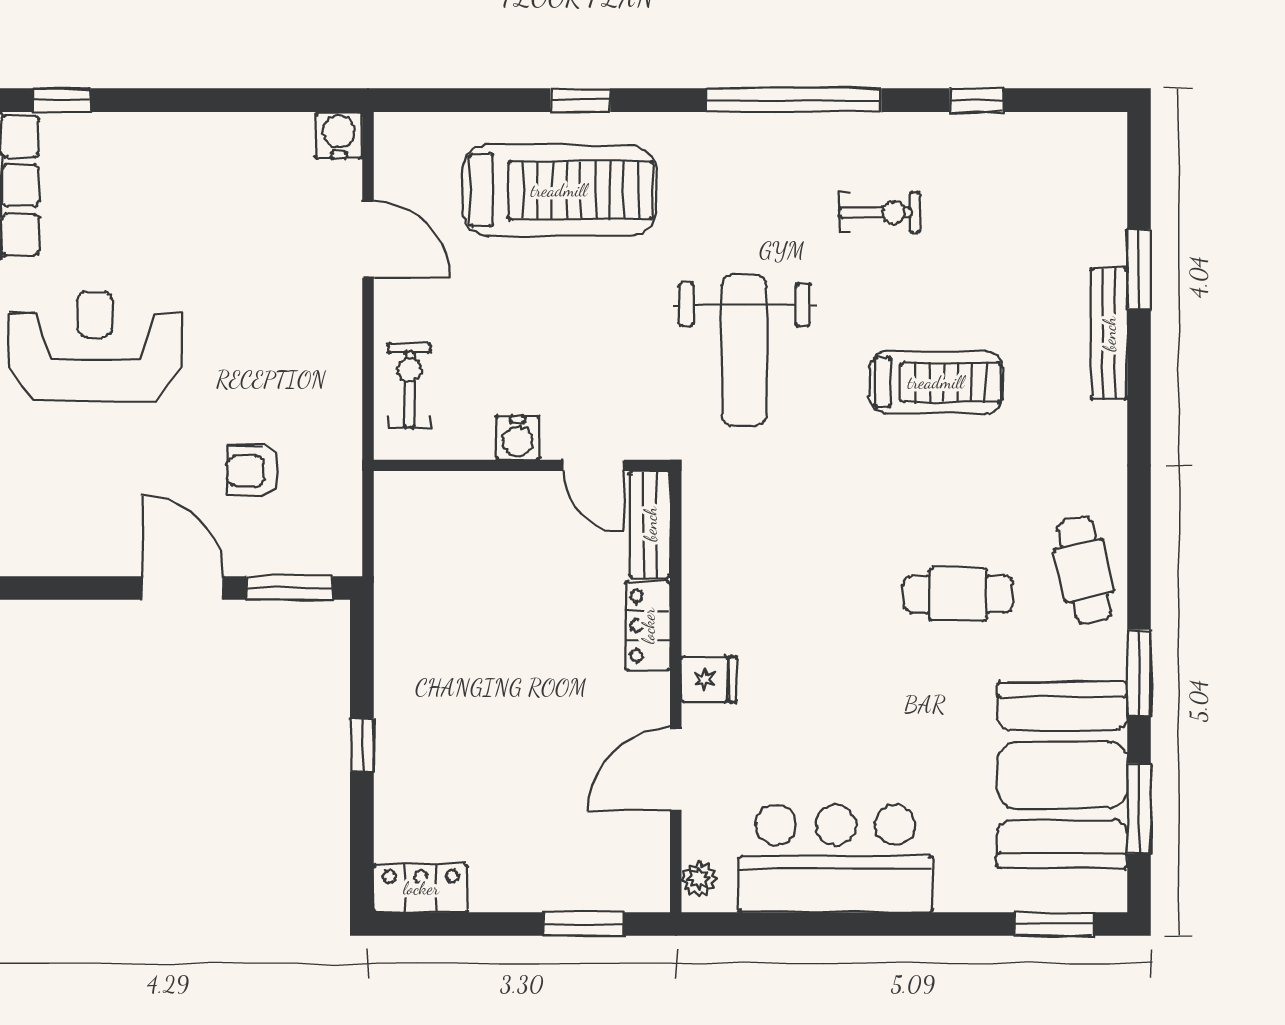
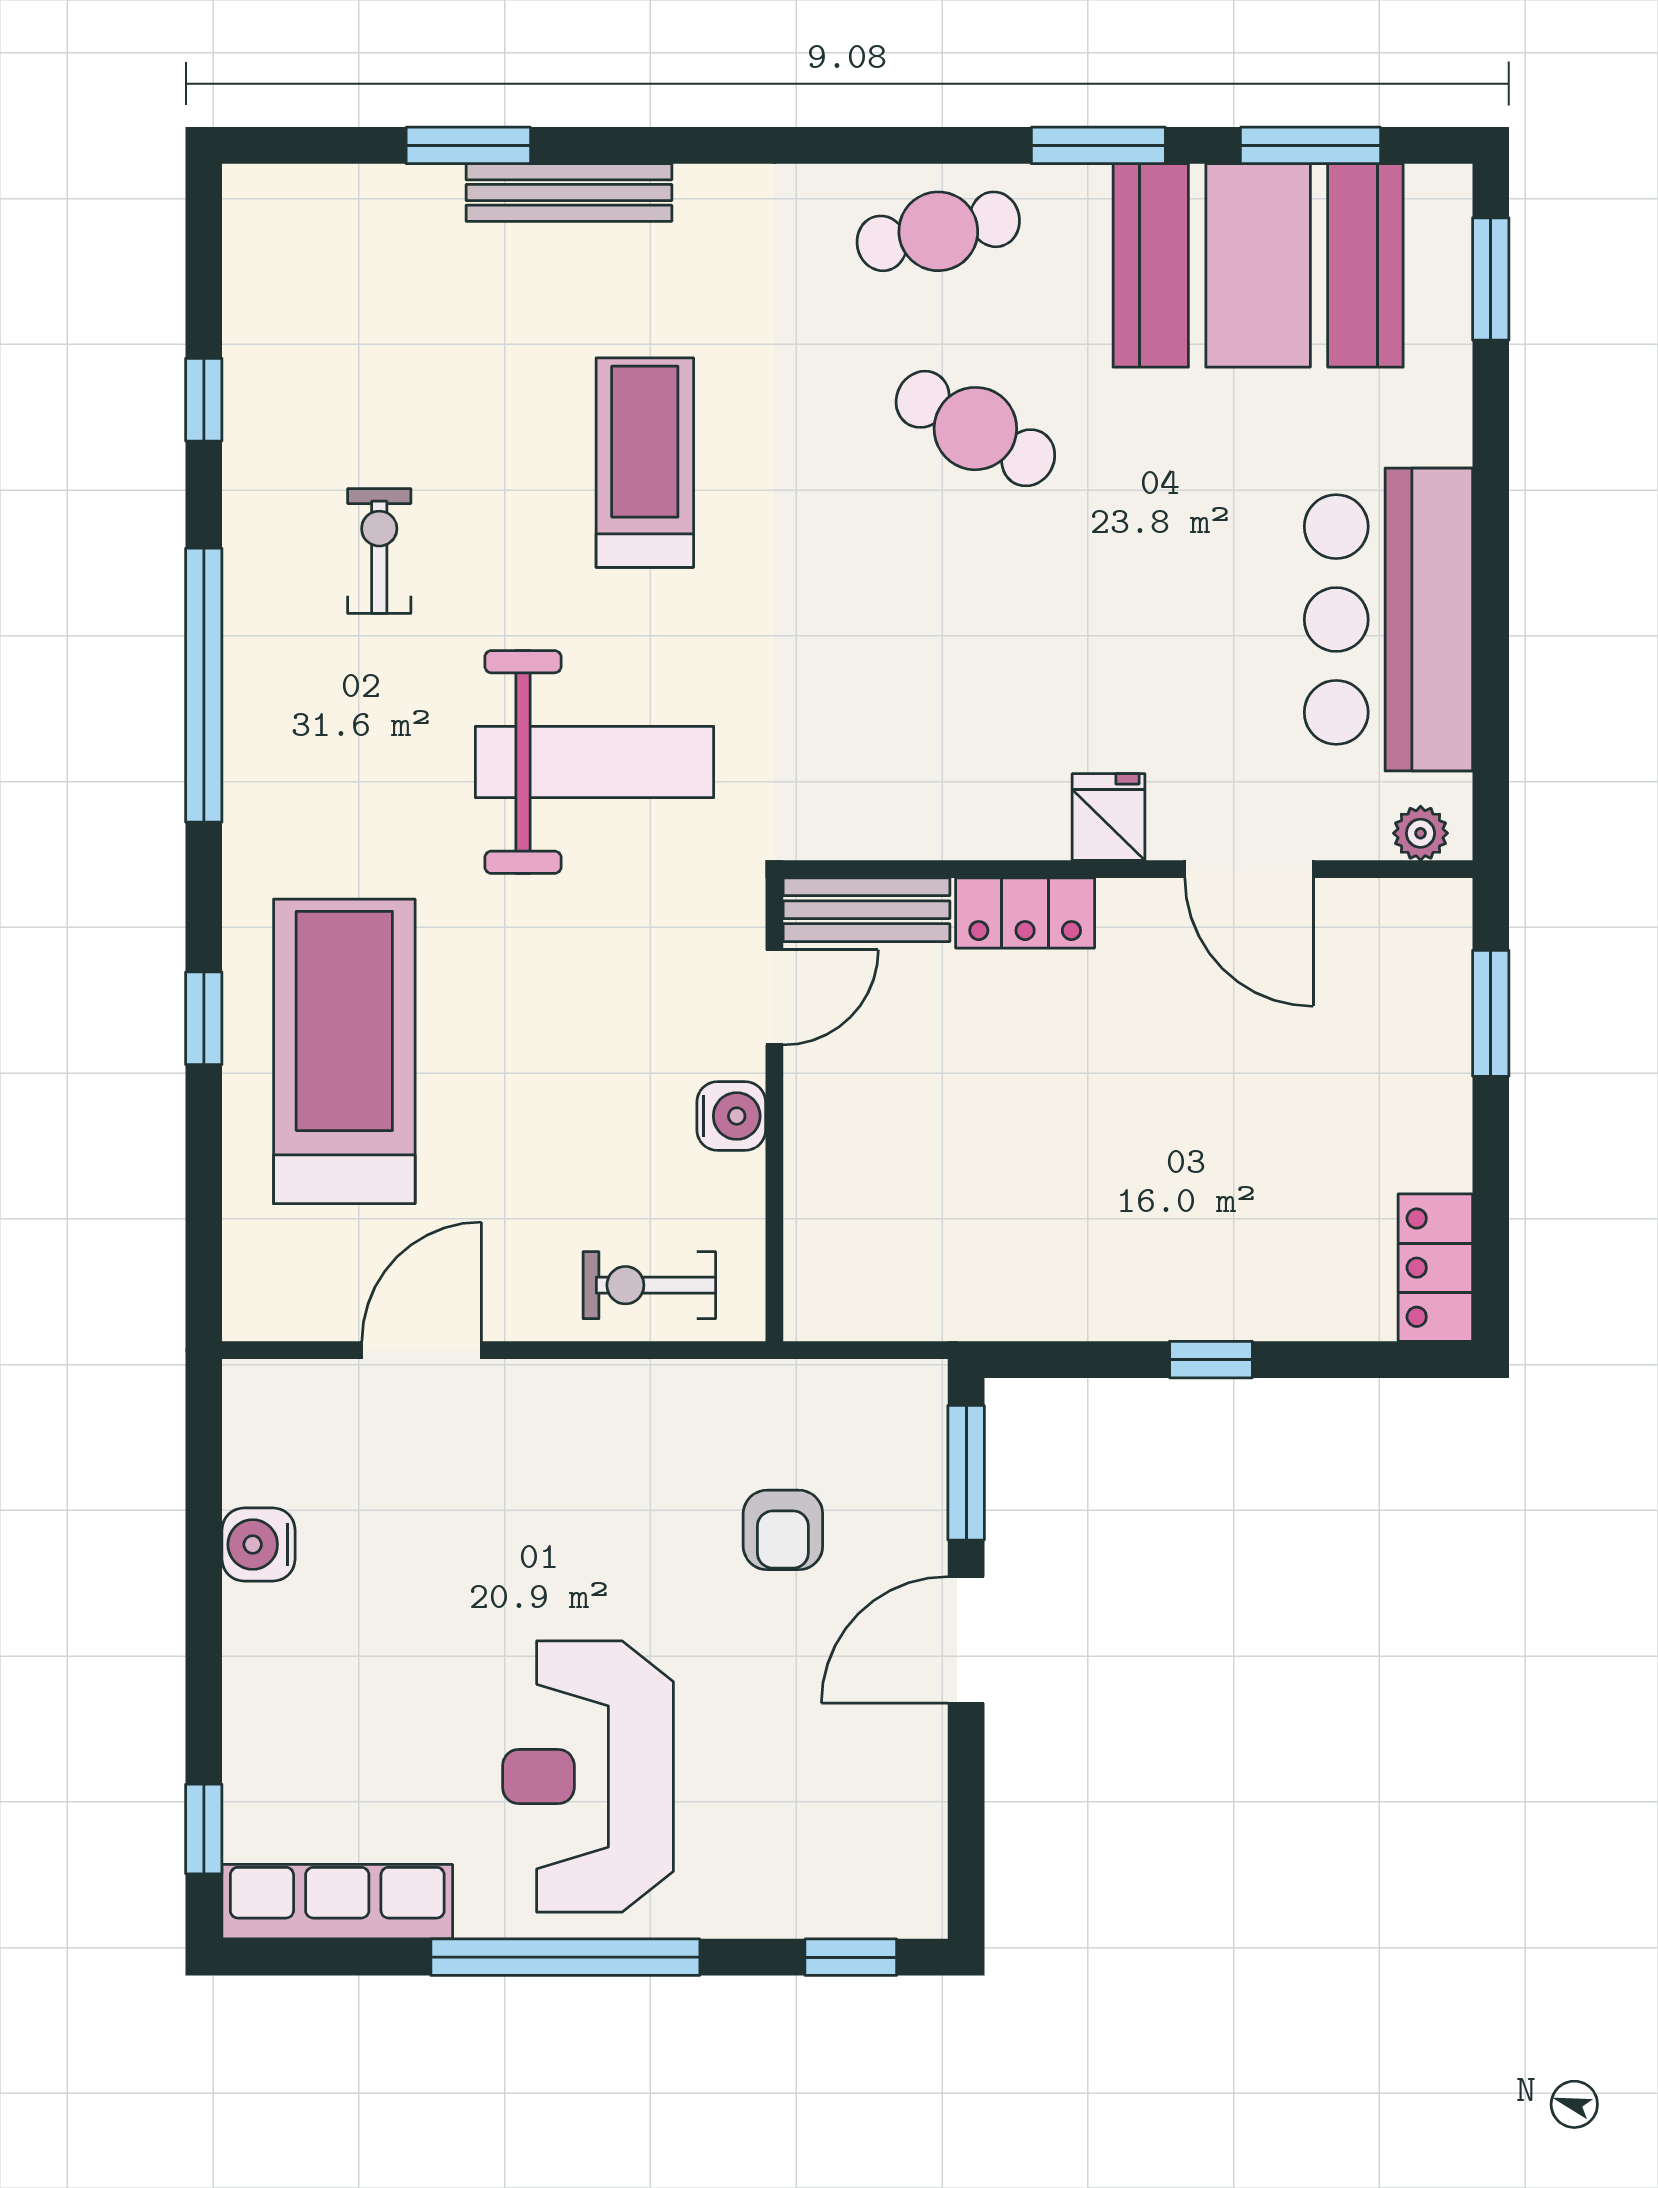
water cooler: (339, 135) -> (258, 1544), moved
cafe table: (958, 594) -> (975, 429), turned -61

